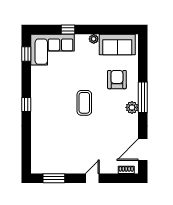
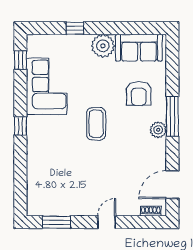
plant: (94, 39) -> (103, 46), width x1.87, depth x1.87
corner sofa: (53, 50) -> (47, 86), moved, turned -90
armchair: (117, 80) -> (139, 93), turned 180

